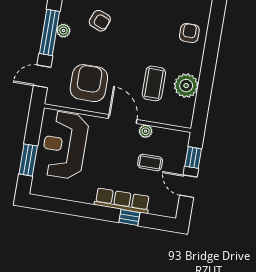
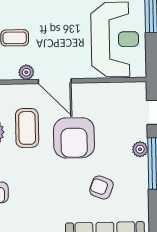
plant: (63, 31) -> (140, 149), moved
armchair: (89, 83) -> (74, 138), moved

